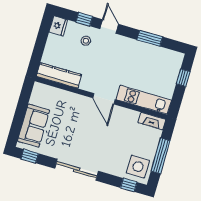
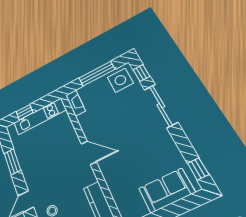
door: (104, 99) -> (89, 153), hinge flipped
kitchen unit: (144, 100) -> (40, 116), moved, turned -90
sliding door: (77, 170) -> (161, 106), moved

